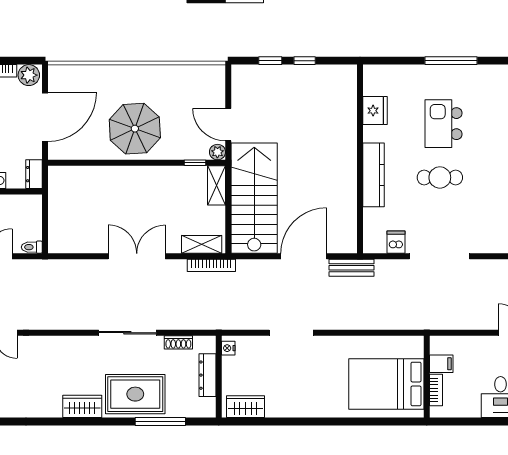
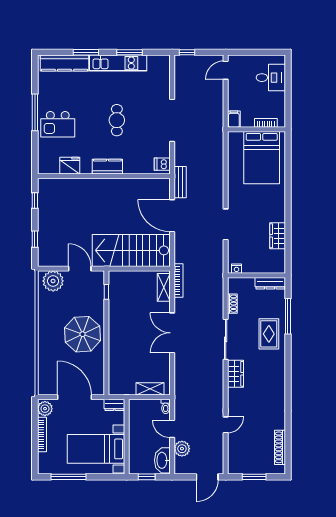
window: (305, 61) -> (35, 201), moved
kitchen island: (444, 124) -> (58, 124), moved
door: (228, 125) -> (80, 269), swing flipped
plant: (217, 152) -> (53, 281), moved, width x1.87, depth x1.87
kitchen counter: (373, 175) -> (107, 167), width x0.67
shelving: (216, 185) -> (150, 389), moved
dishwasher: (396, 242) -> (162, 164), moved
filing cabinet: (441, 364) -> (234, 119), moved
dresser: (207, 375) -> (270, 283), moved
rug: (135, 394) -> (269, 334), width x0.73, depth x0.70
wardrobe: (82, 406) -> (236, 374), moved, turned 180
wardrobe: (245, 407) -> (278, 236), moved

